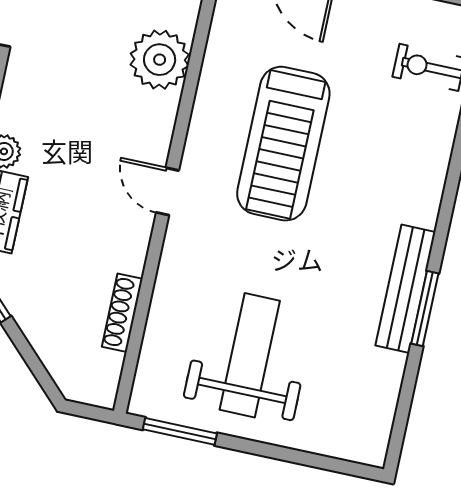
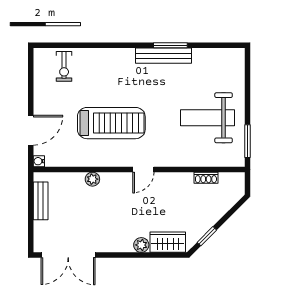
plant: (160, 60) -> (92, 179), width x0.53, depth x0.53
shoe rack: (122, 313) -> (206, 178), width x0.70

